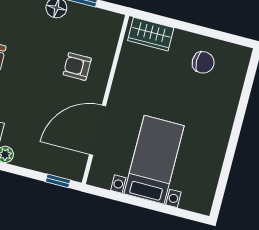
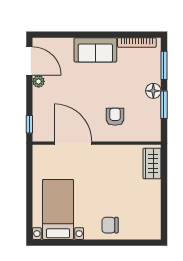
chair: (203, 62) -> (110, 225), moved, turned 90
bed with nightstands: (154, 160) -> (58, 209), moved, turned -90

